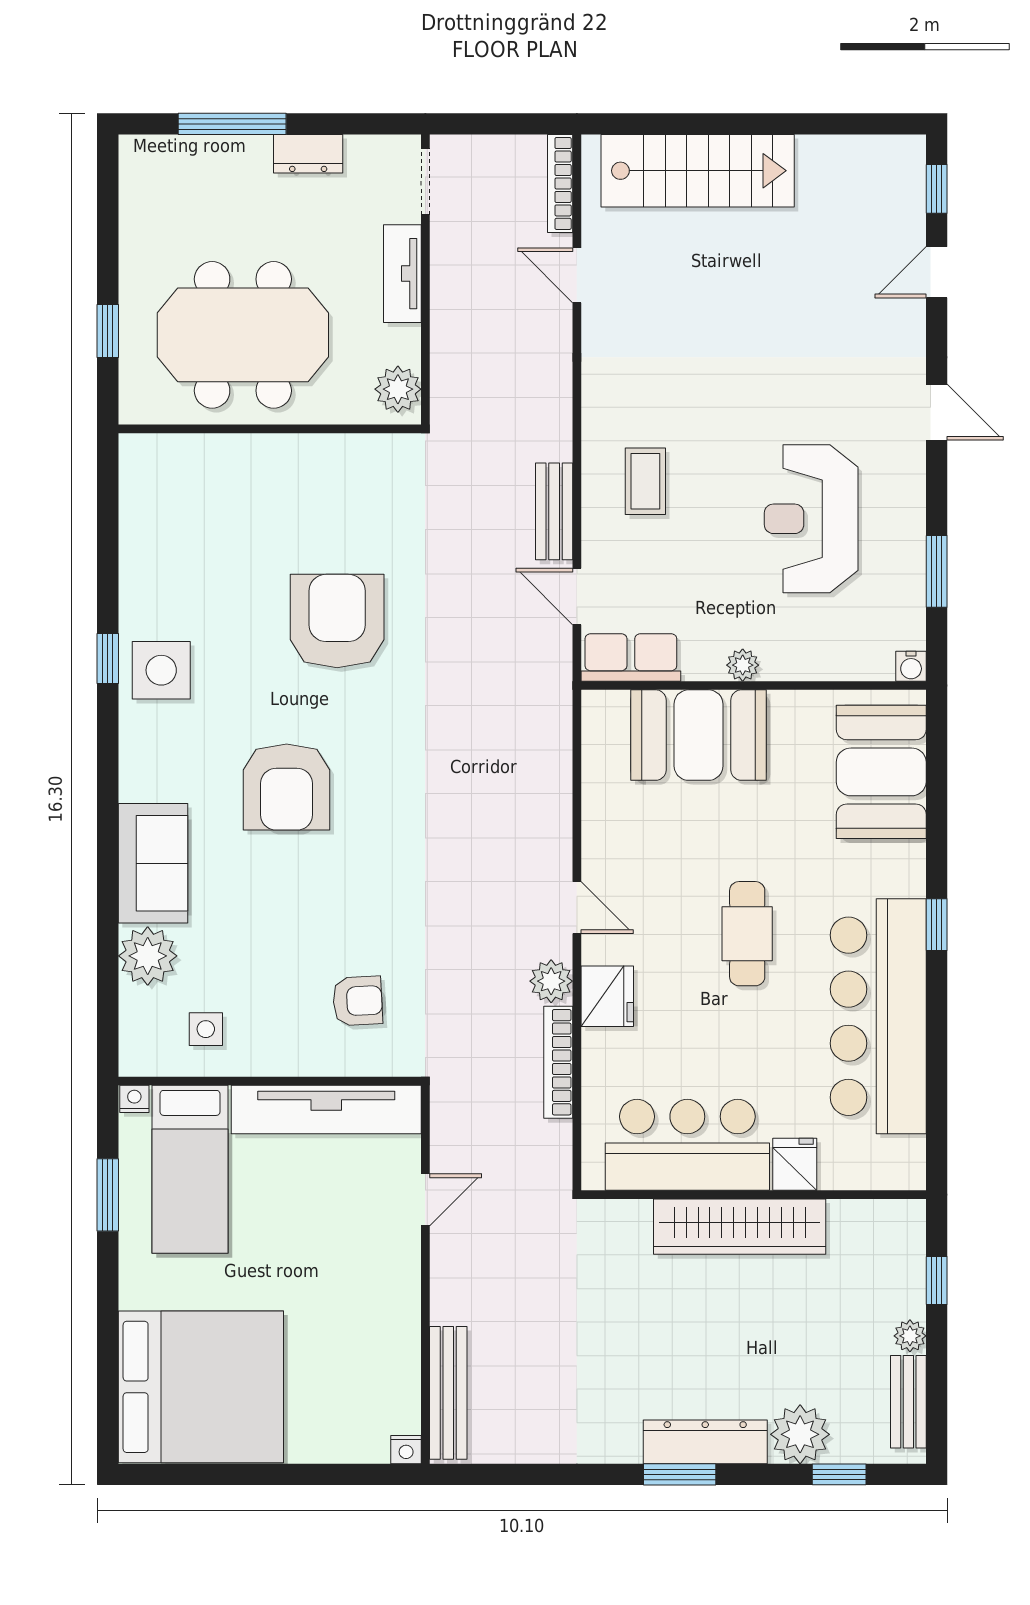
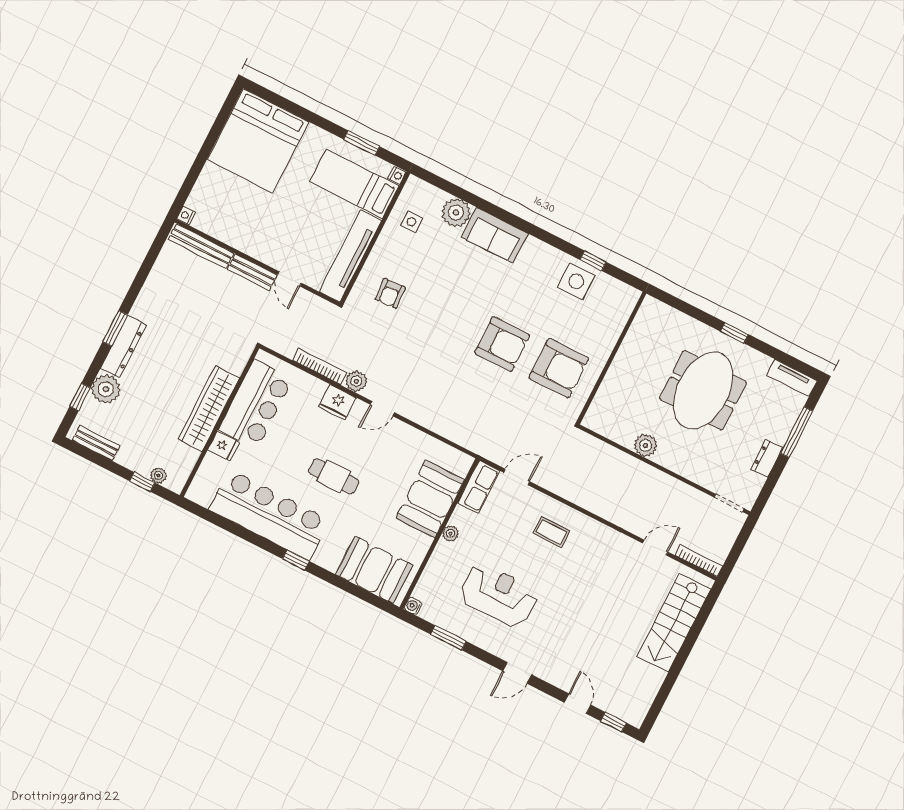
tv unit: (402, 274) -> (792, 378), moved, turned 180
wall: (270, 429) -> (611, 358), moved
bench: (554, 511) -> (252, 272), moved
armchair: (287, 787) -> (502, 344), moved, turned 180
plant: (910, 1336) -> (158, 476), moved

